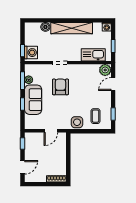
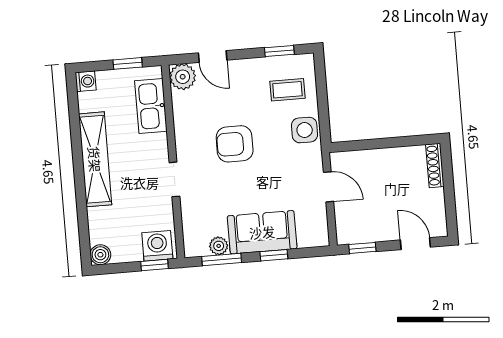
boiler: (45, 27) -> (100, 255), moved
armchair: (60, 87) -> (235, 144), moved

